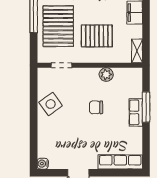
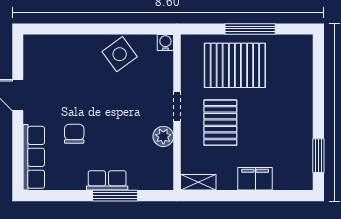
doorway: (62, 65) -> (177, 106), moved
chair: (96, 107) -> (74, 134), moved
water cooler: (43, 164) -> (165, 42), moved

